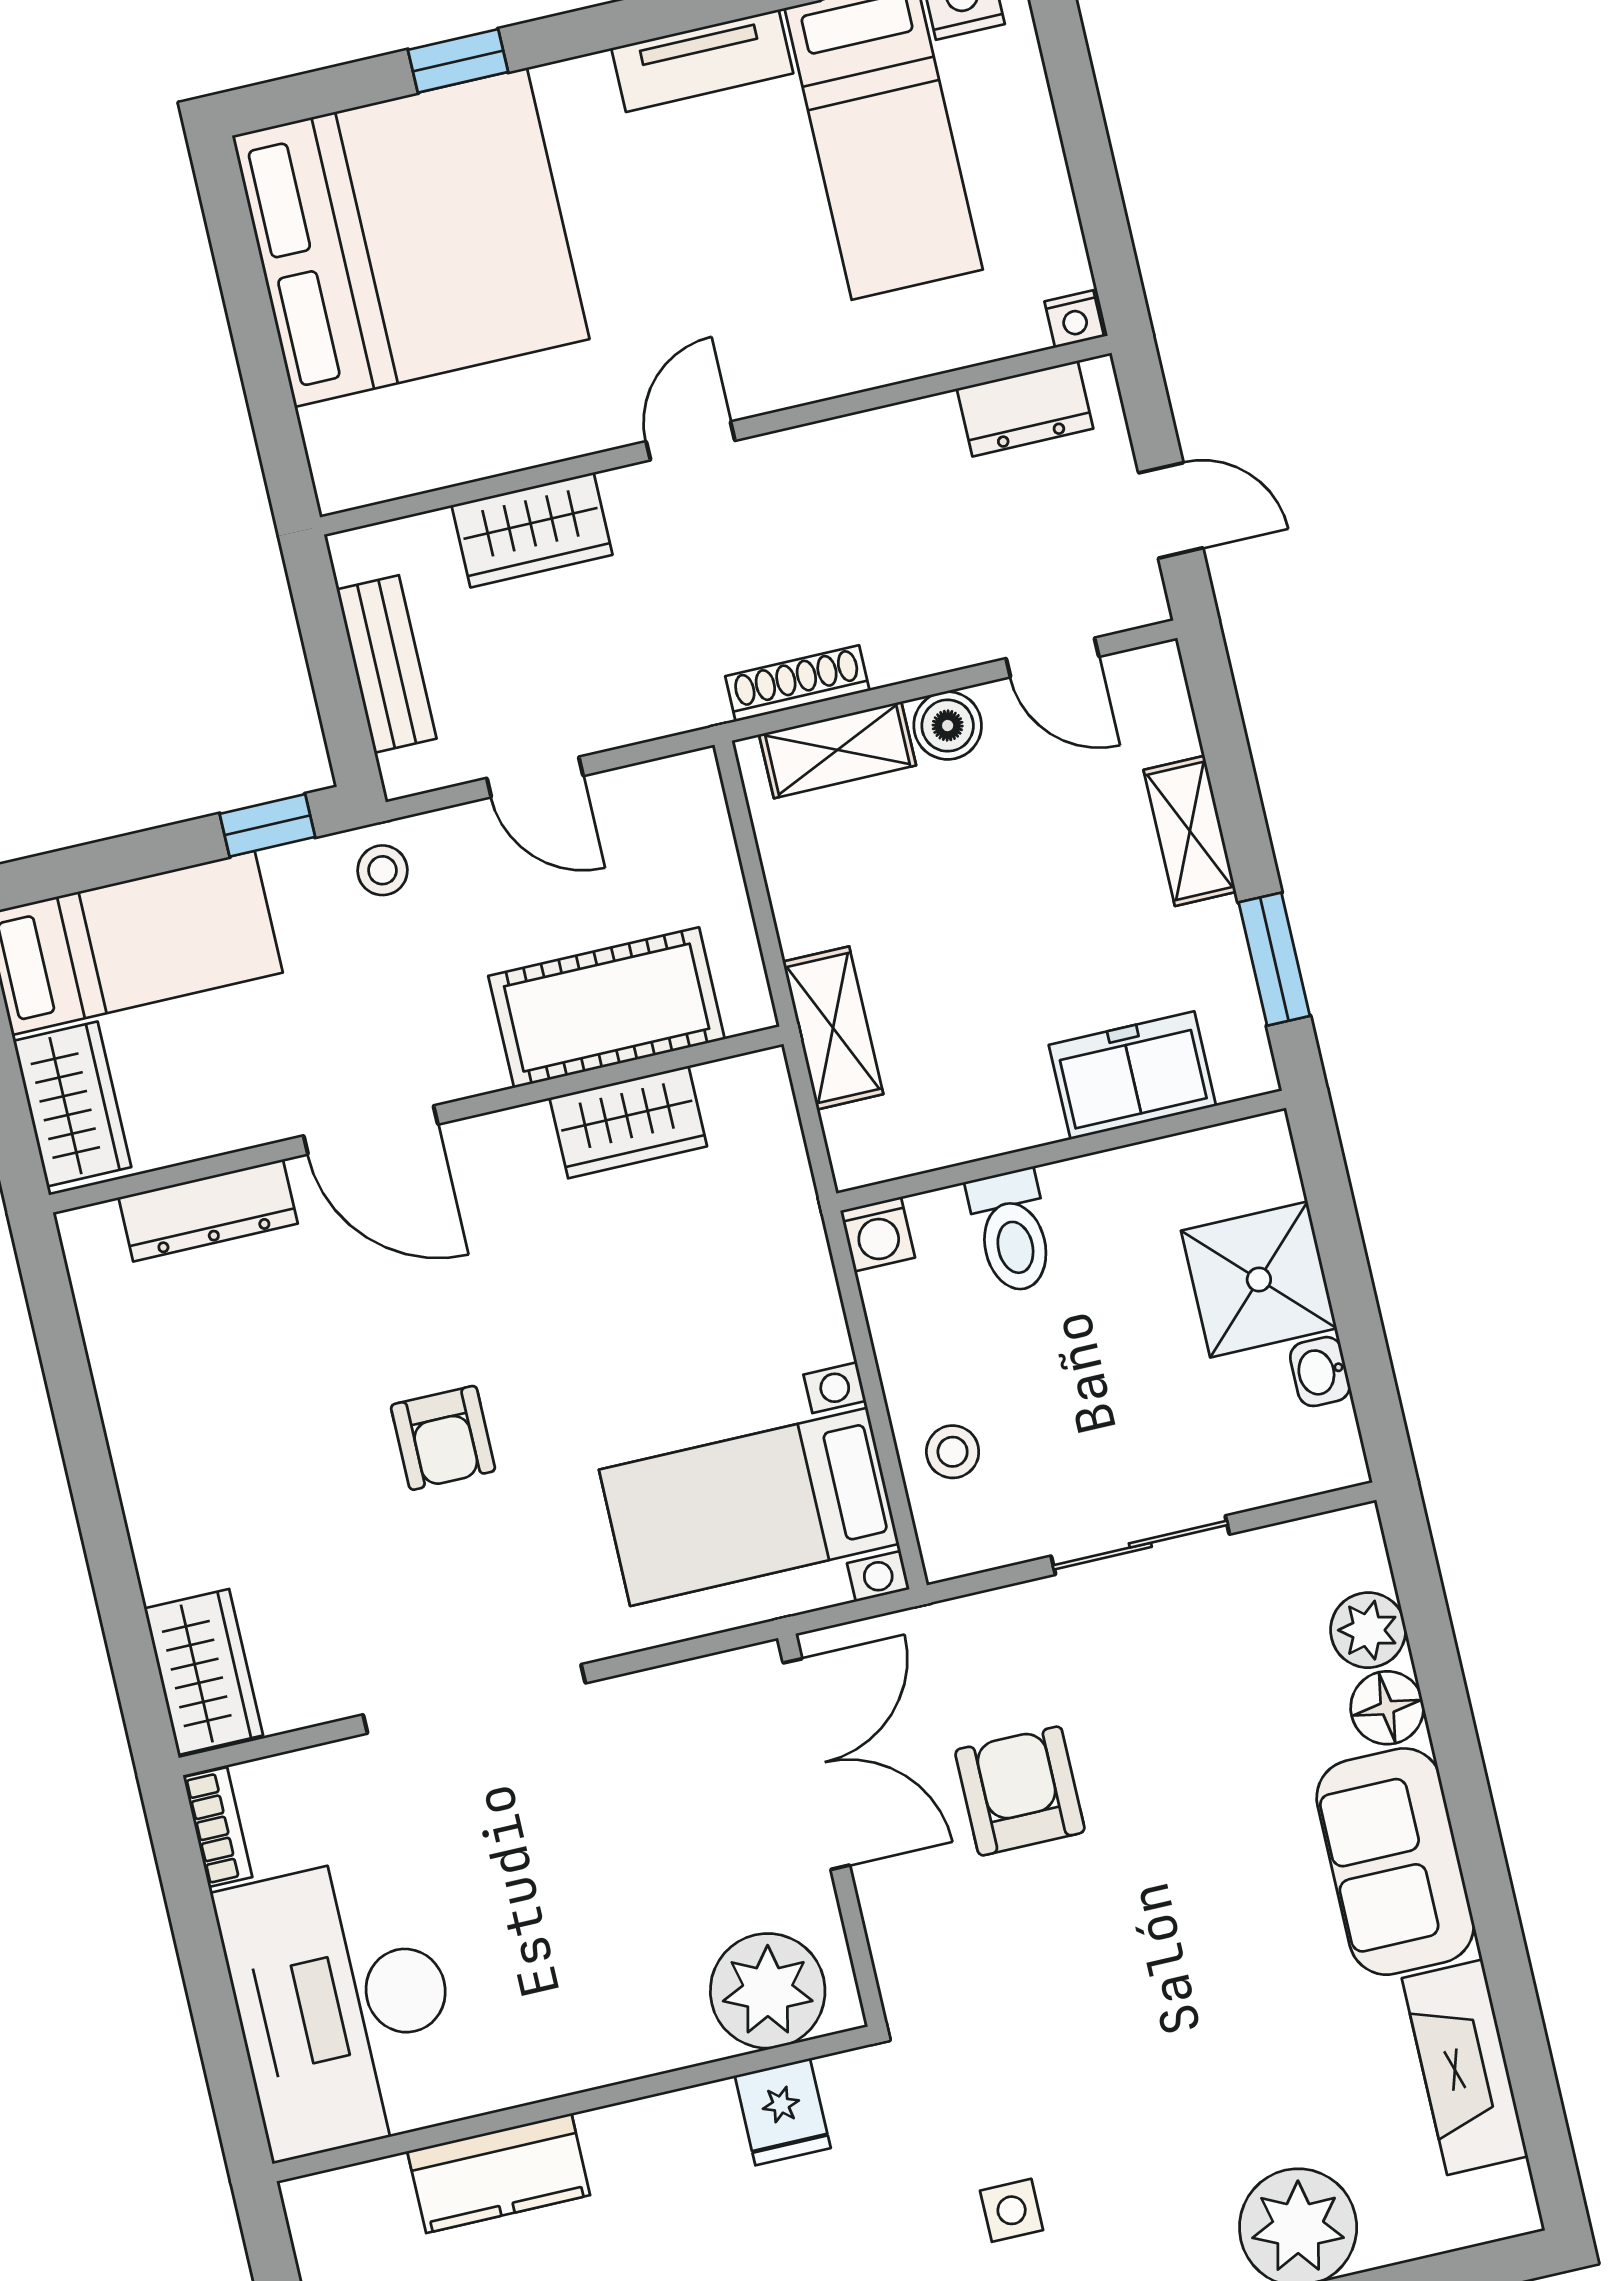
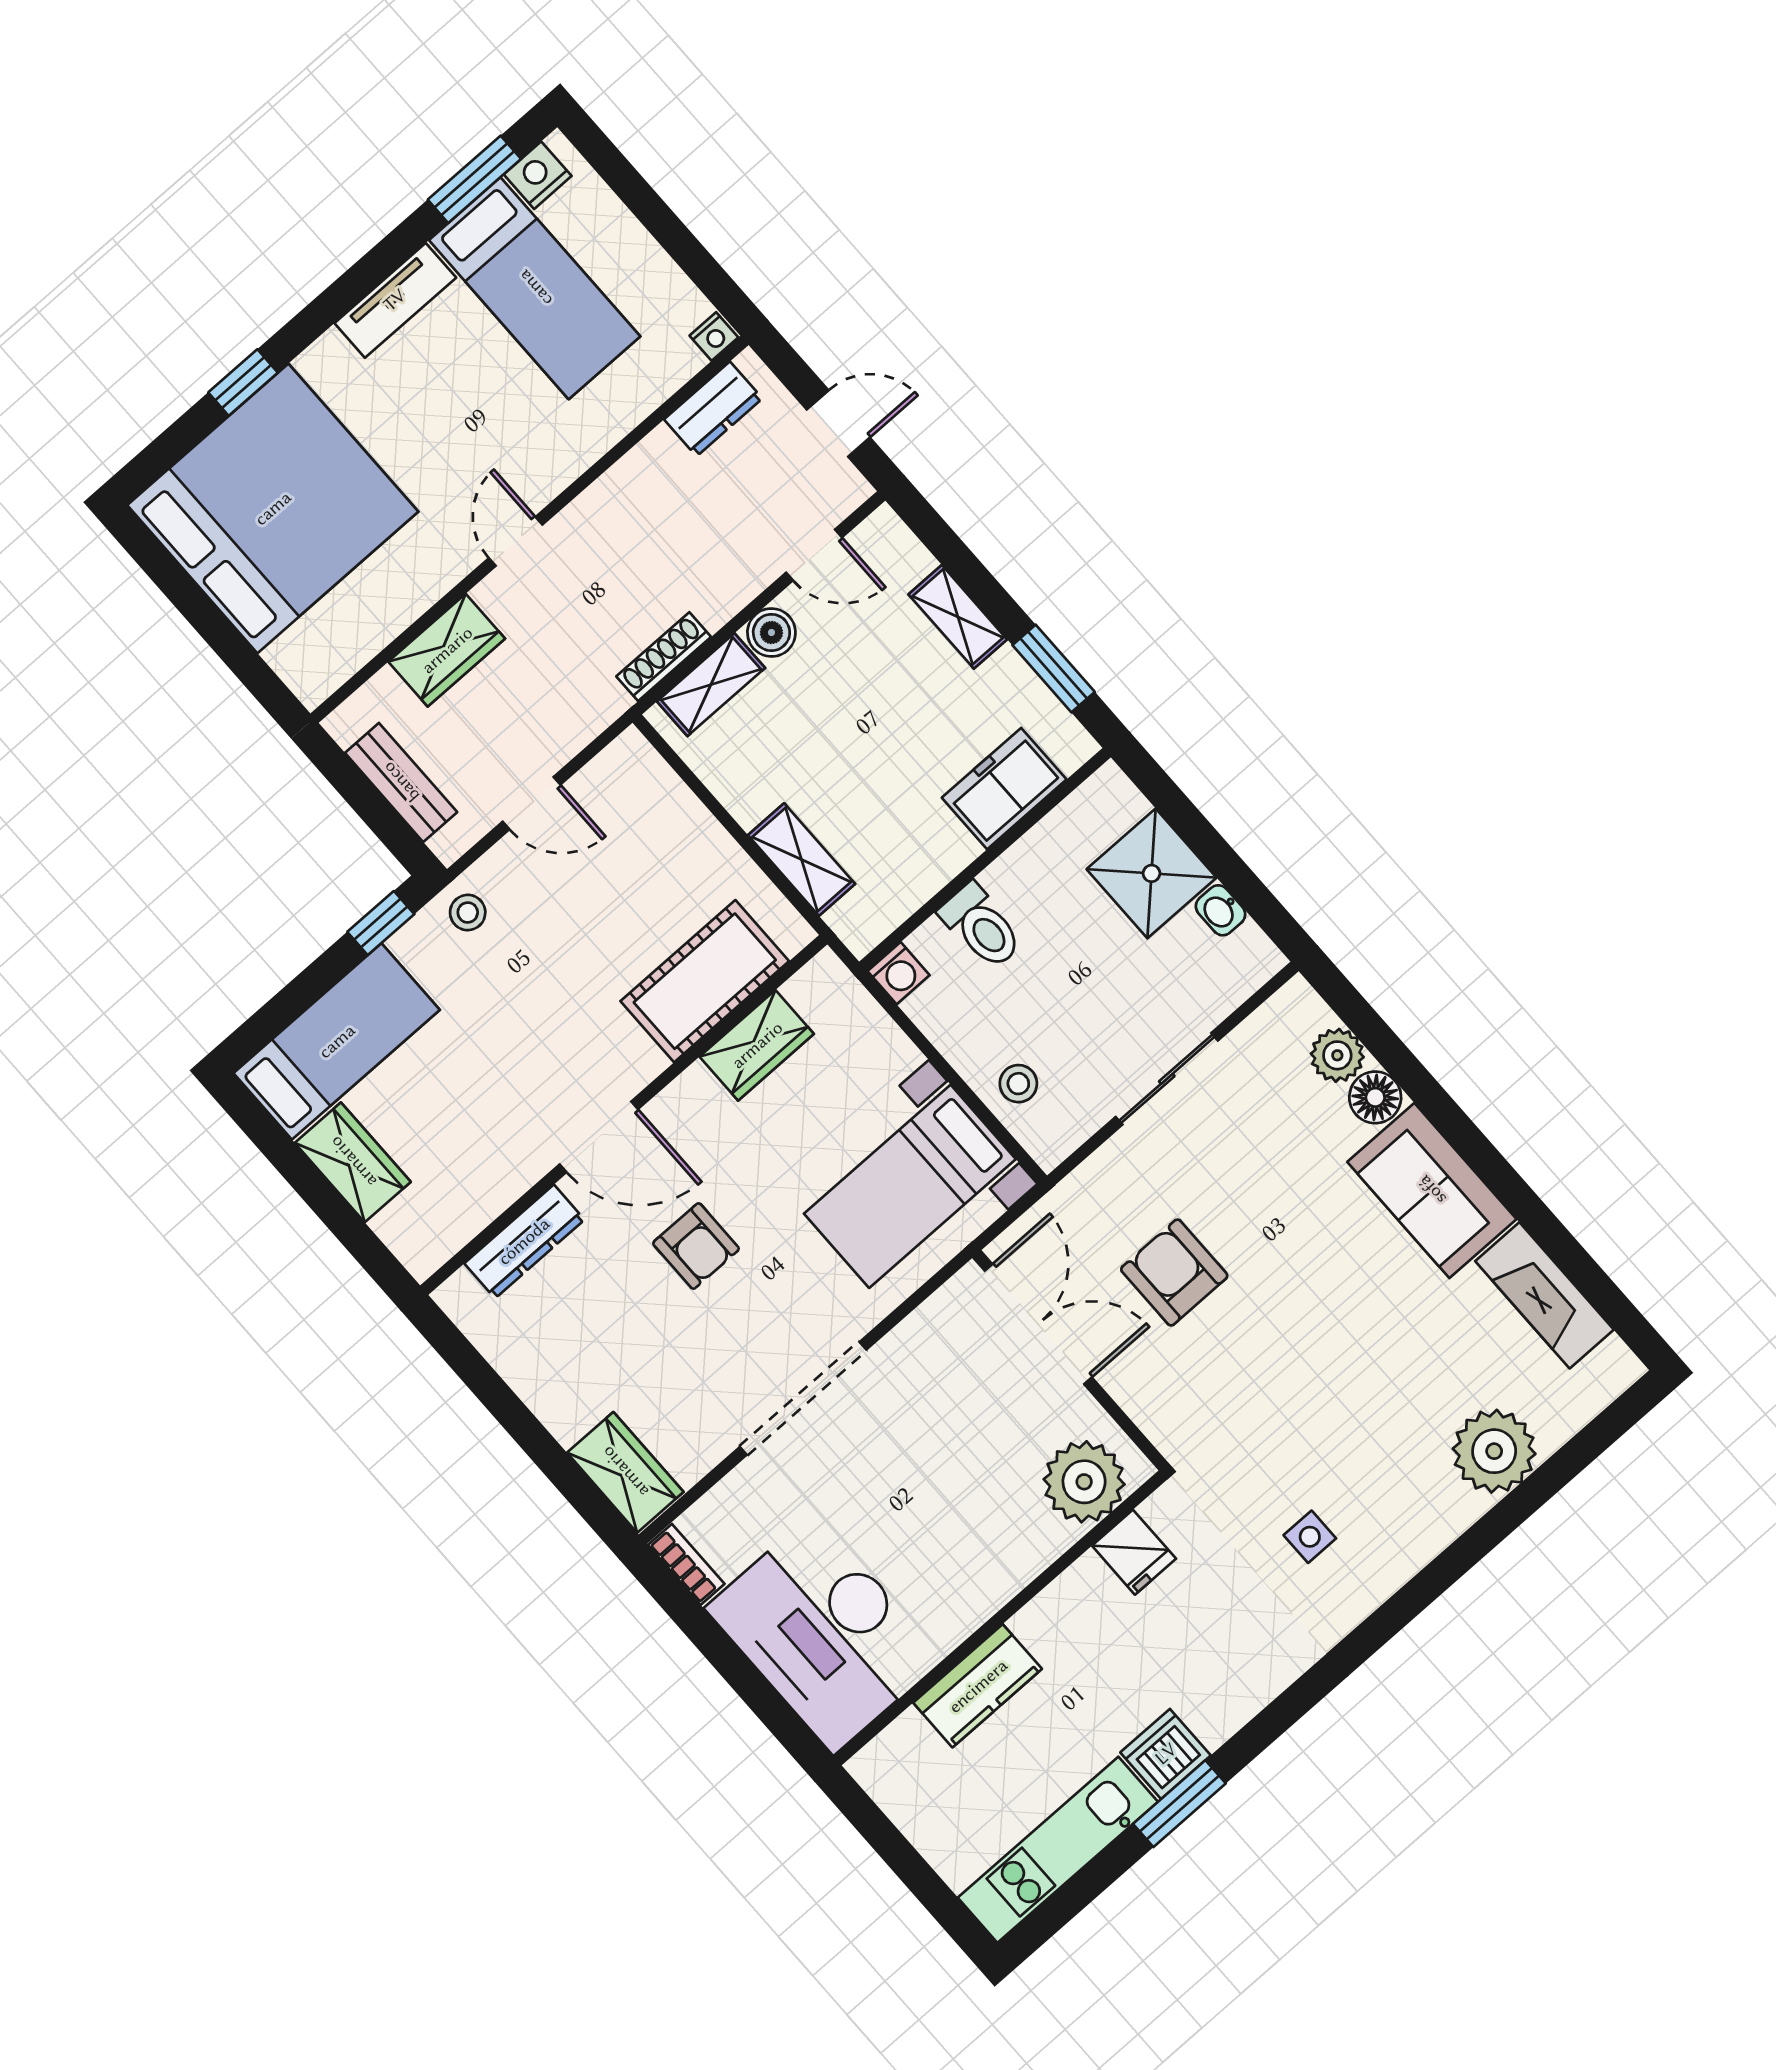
cot: (607, 1008) -> (705, 981), moved
wall: (416, 1120) -> (624, 1115), moved
wardrobe: (628, 1122) -> (757, 1045), moved
door: (371, 1130) -> (599, 1137), moved
dresser: (208, 1211) -> (524, 1241), moved

